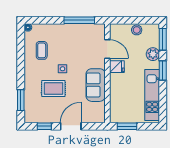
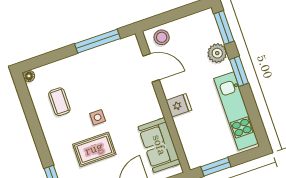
stool: (137, 30) -> (162, 37), moved
fridge: (117, 67) -> (179, 105), moved
sofa: (96, 85) -> (159, 145), moved

